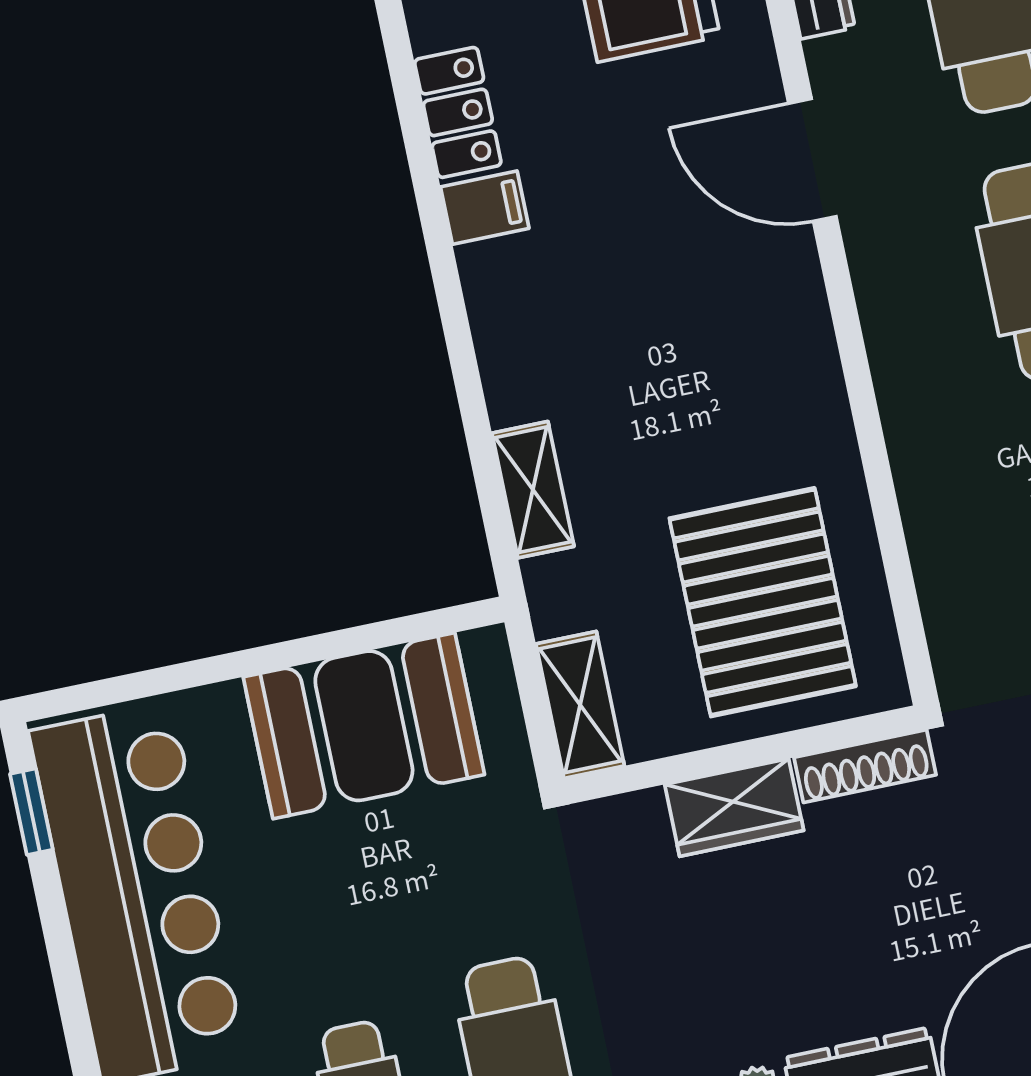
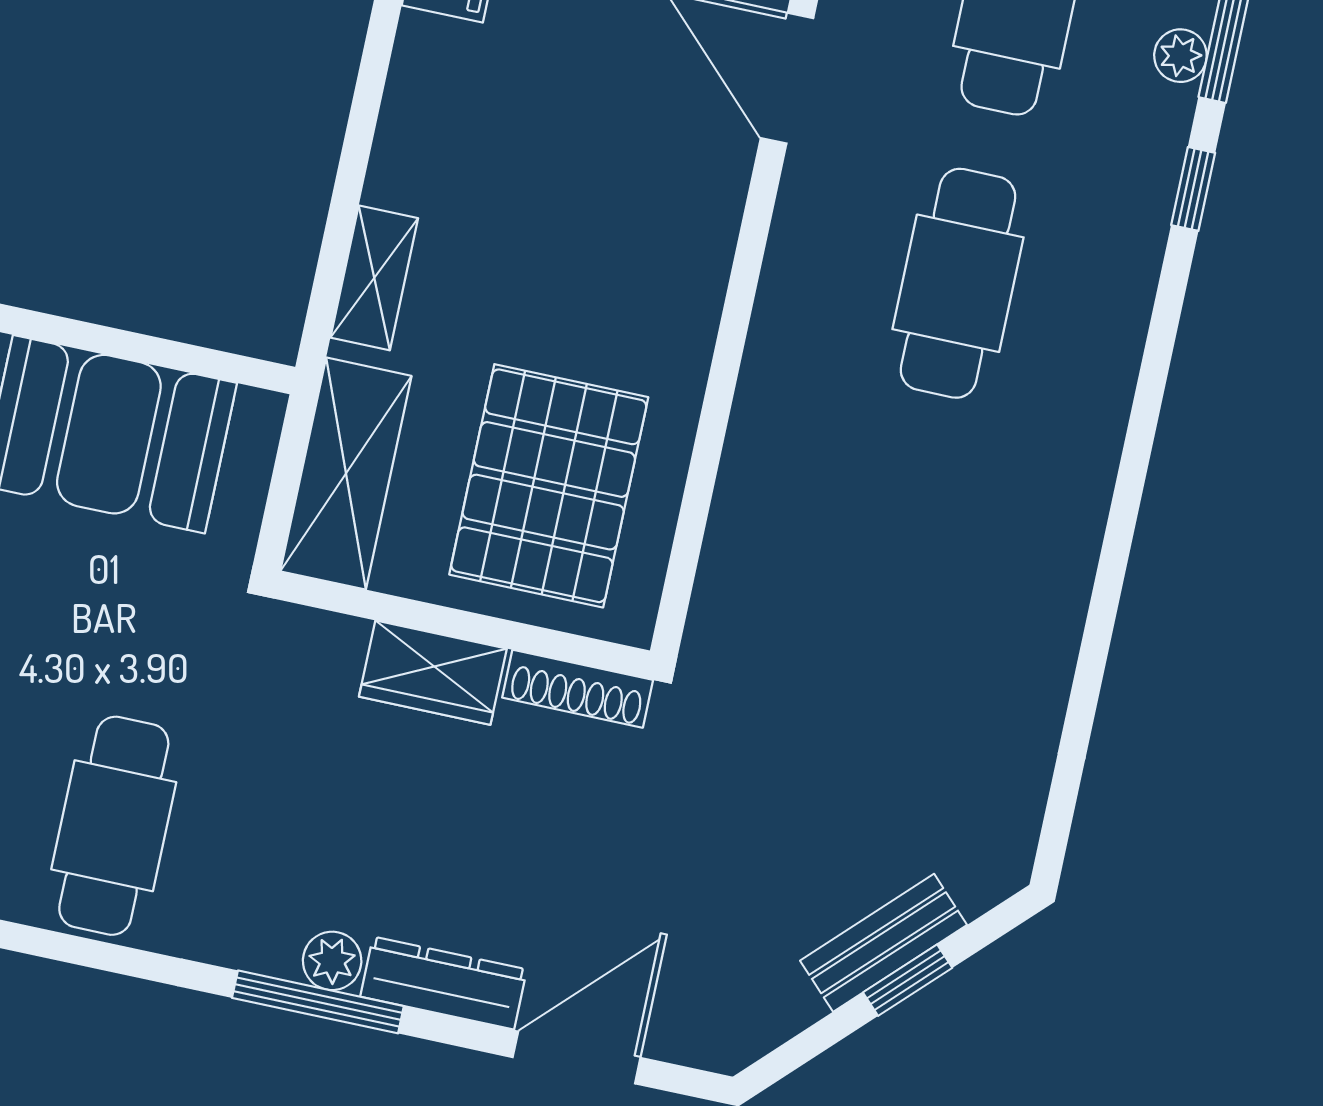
shelving: (580, 705) -> (346, 474), width x1.50, depth x1.33

